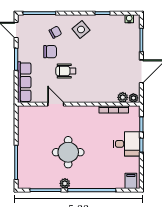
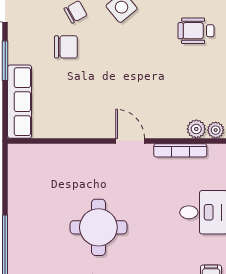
wheelchair: (66, 71) -> (196, 31), moved
door: (56, 104) -> (130, 141), moved

